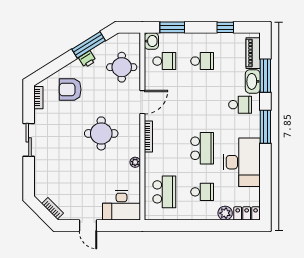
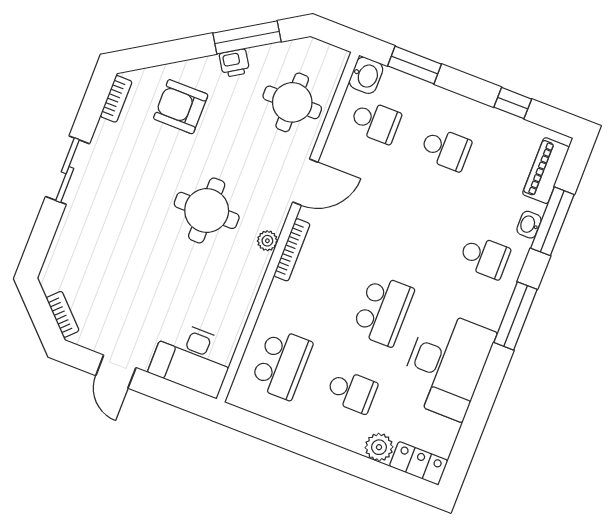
washbasin: (253, 81) -> (529, 225), width x0.52, depth x0.69
plant: (135, 162) -> (267, 241), moved

